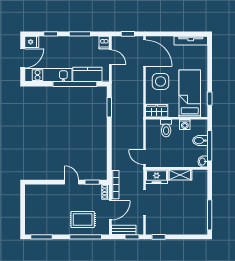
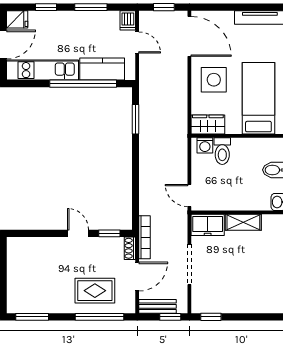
washing machine: (185, 124) -> (205, 145), moved

